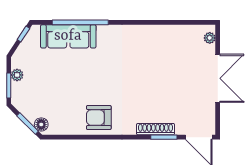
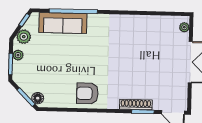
plant: (23, 53) -> (24, 37), added

